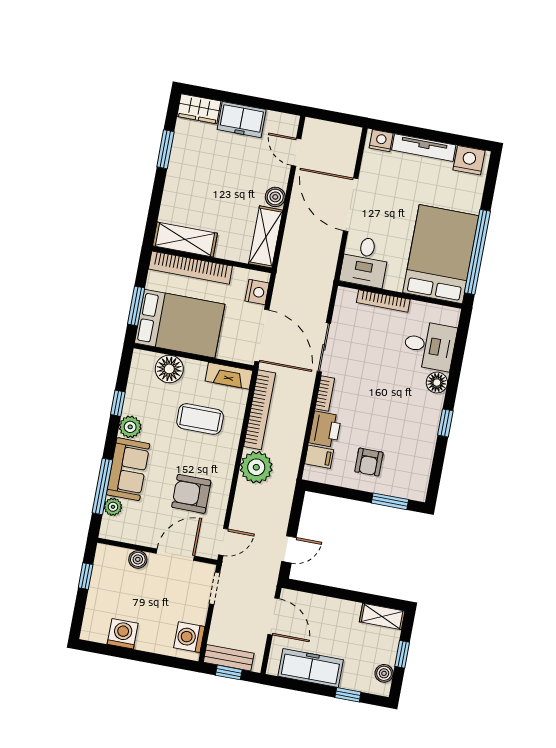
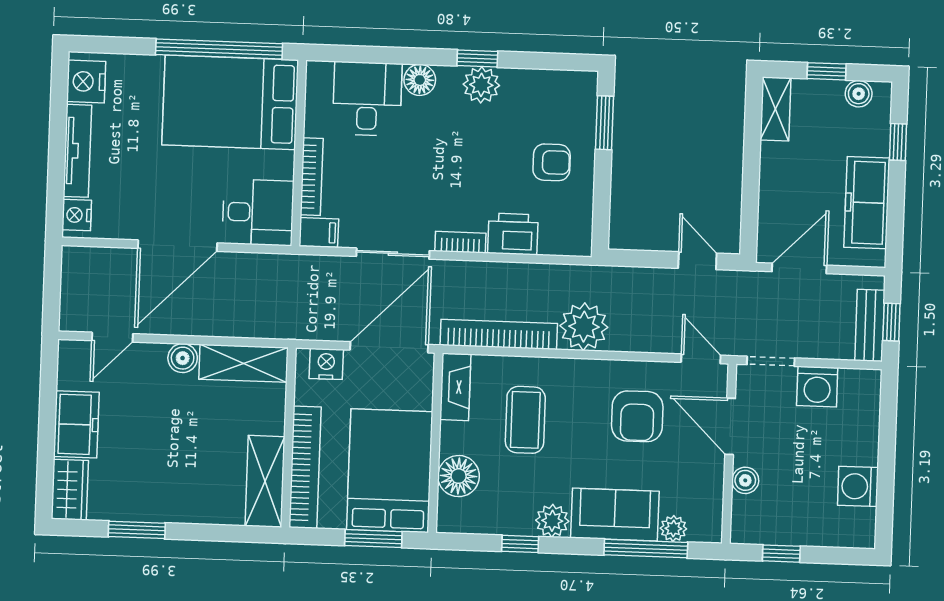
plant: (427, 423) -> (481, 85), added
filing cabinet: (319, 457) -> (319, 232), moved, turned 90
washing machine: (189, 637) -> (817, 387), moved

